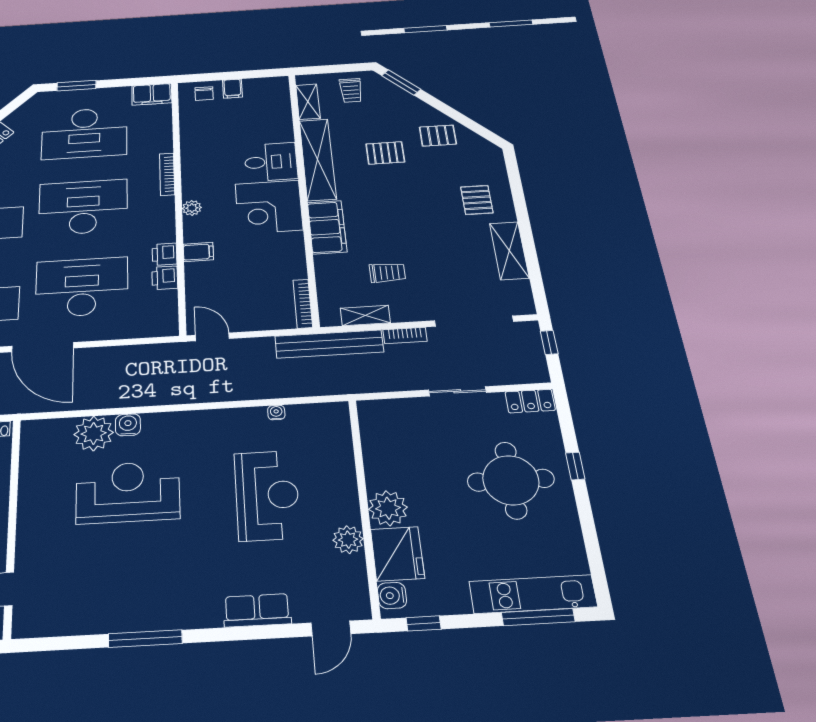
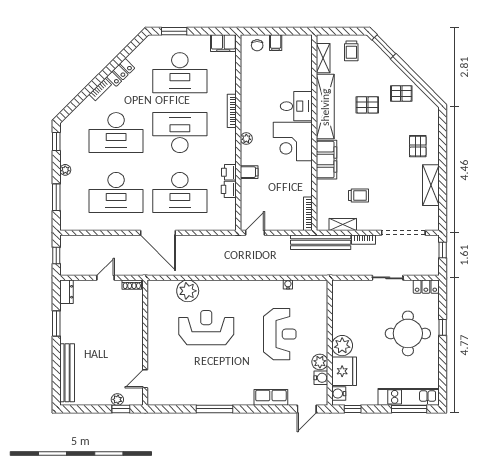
desk: (82, 287) -> (180, 192), turned 180
door: (212, 337) -> (255, 233), hinge flipped
water cooler: (128, 425) -> (321, 378), moved, turned 90

